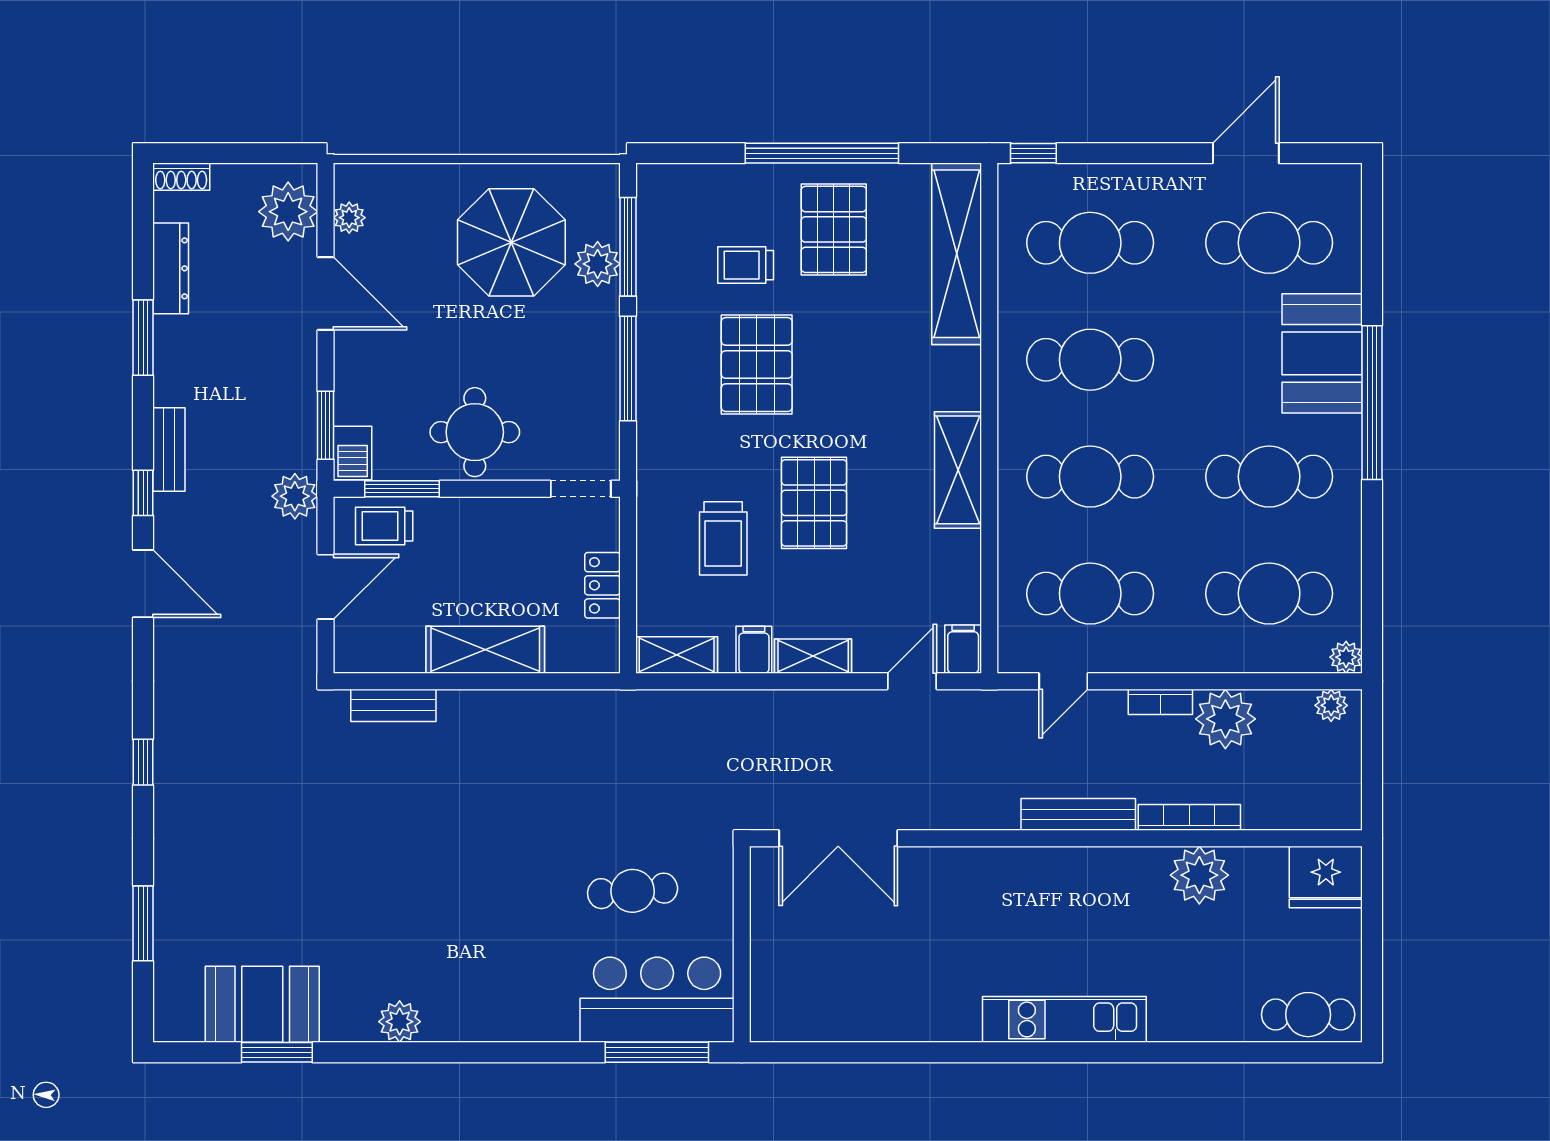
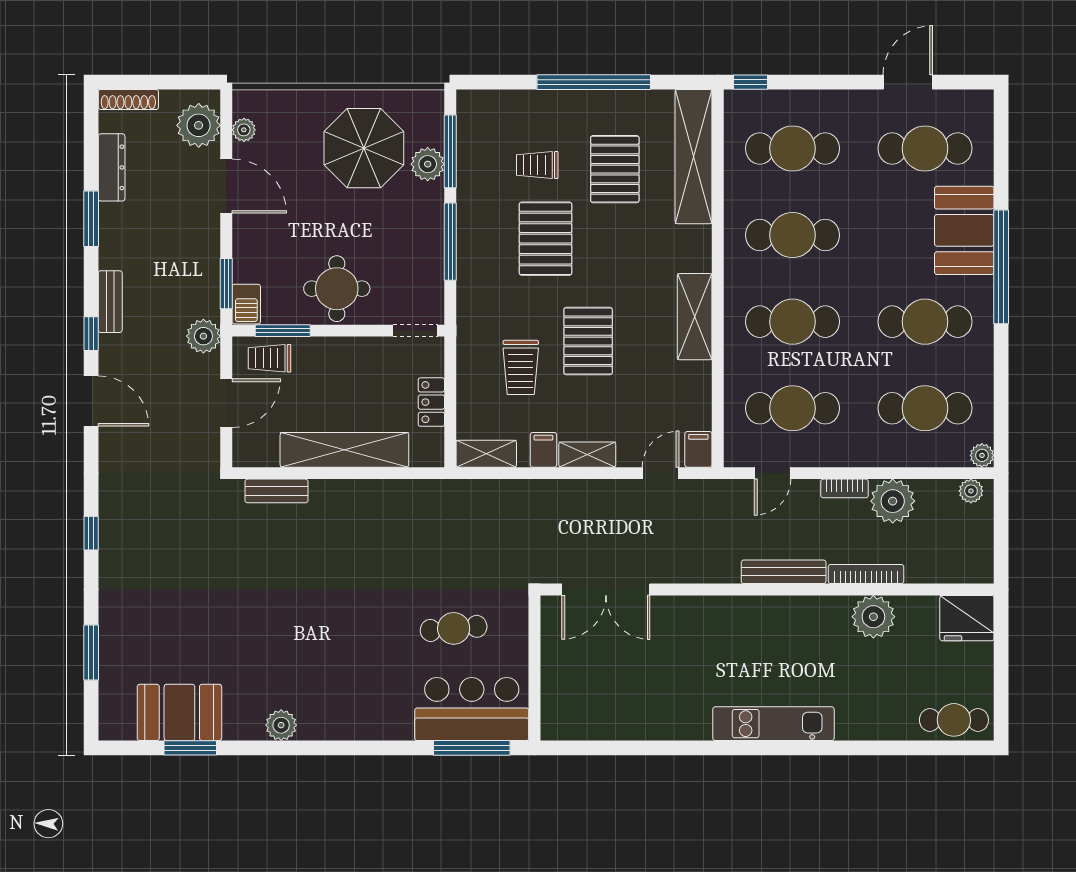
shoe rack: (181, 177) -> (128, 100), width x1.43
pallet: (834, 229) -> (615, 169), moved
shelving: (485, 650) -> (344, 450), width x1.47

